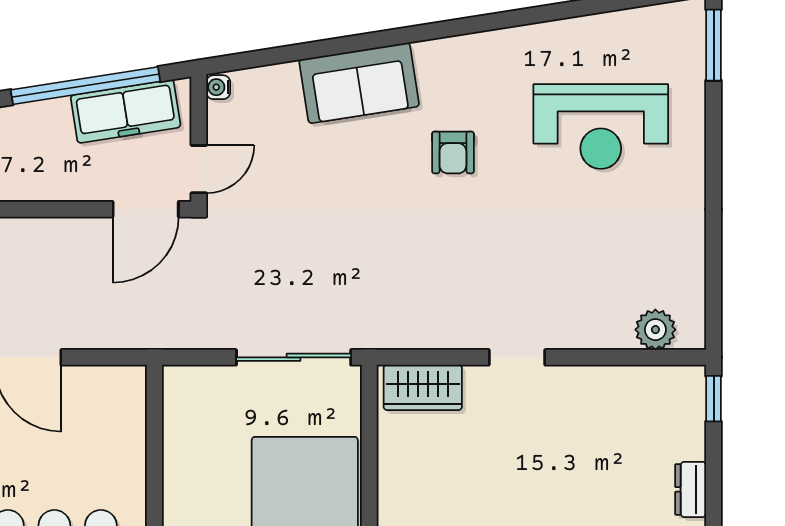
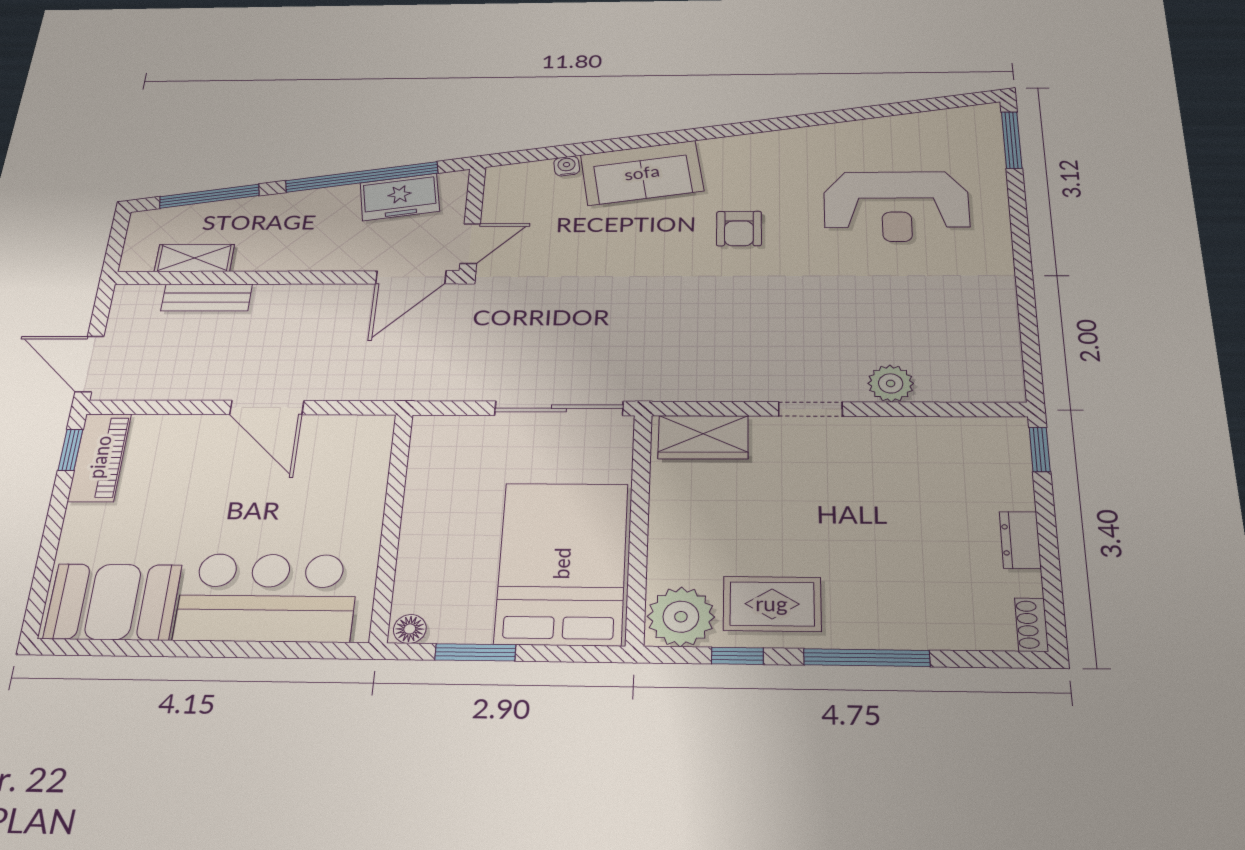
water cooler: (218, 87) -> (567, 166), moved, turned 81
freezer: (126, 111) -> (400, 197), width x0.71
plant: (655, 330) -> (891, 383), moved

